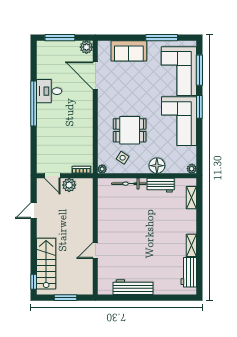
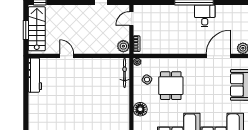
bicycle: (129, 184) -> (125, 73), moved
plant: (69, 185) -> (123, 46), moved
workbench: (161, 185) -> (123, 112), removed
stairs: (46, 264) -> (37, 29), moved, turned -90
workbench: (133, 287) -> (35, 75), moved

